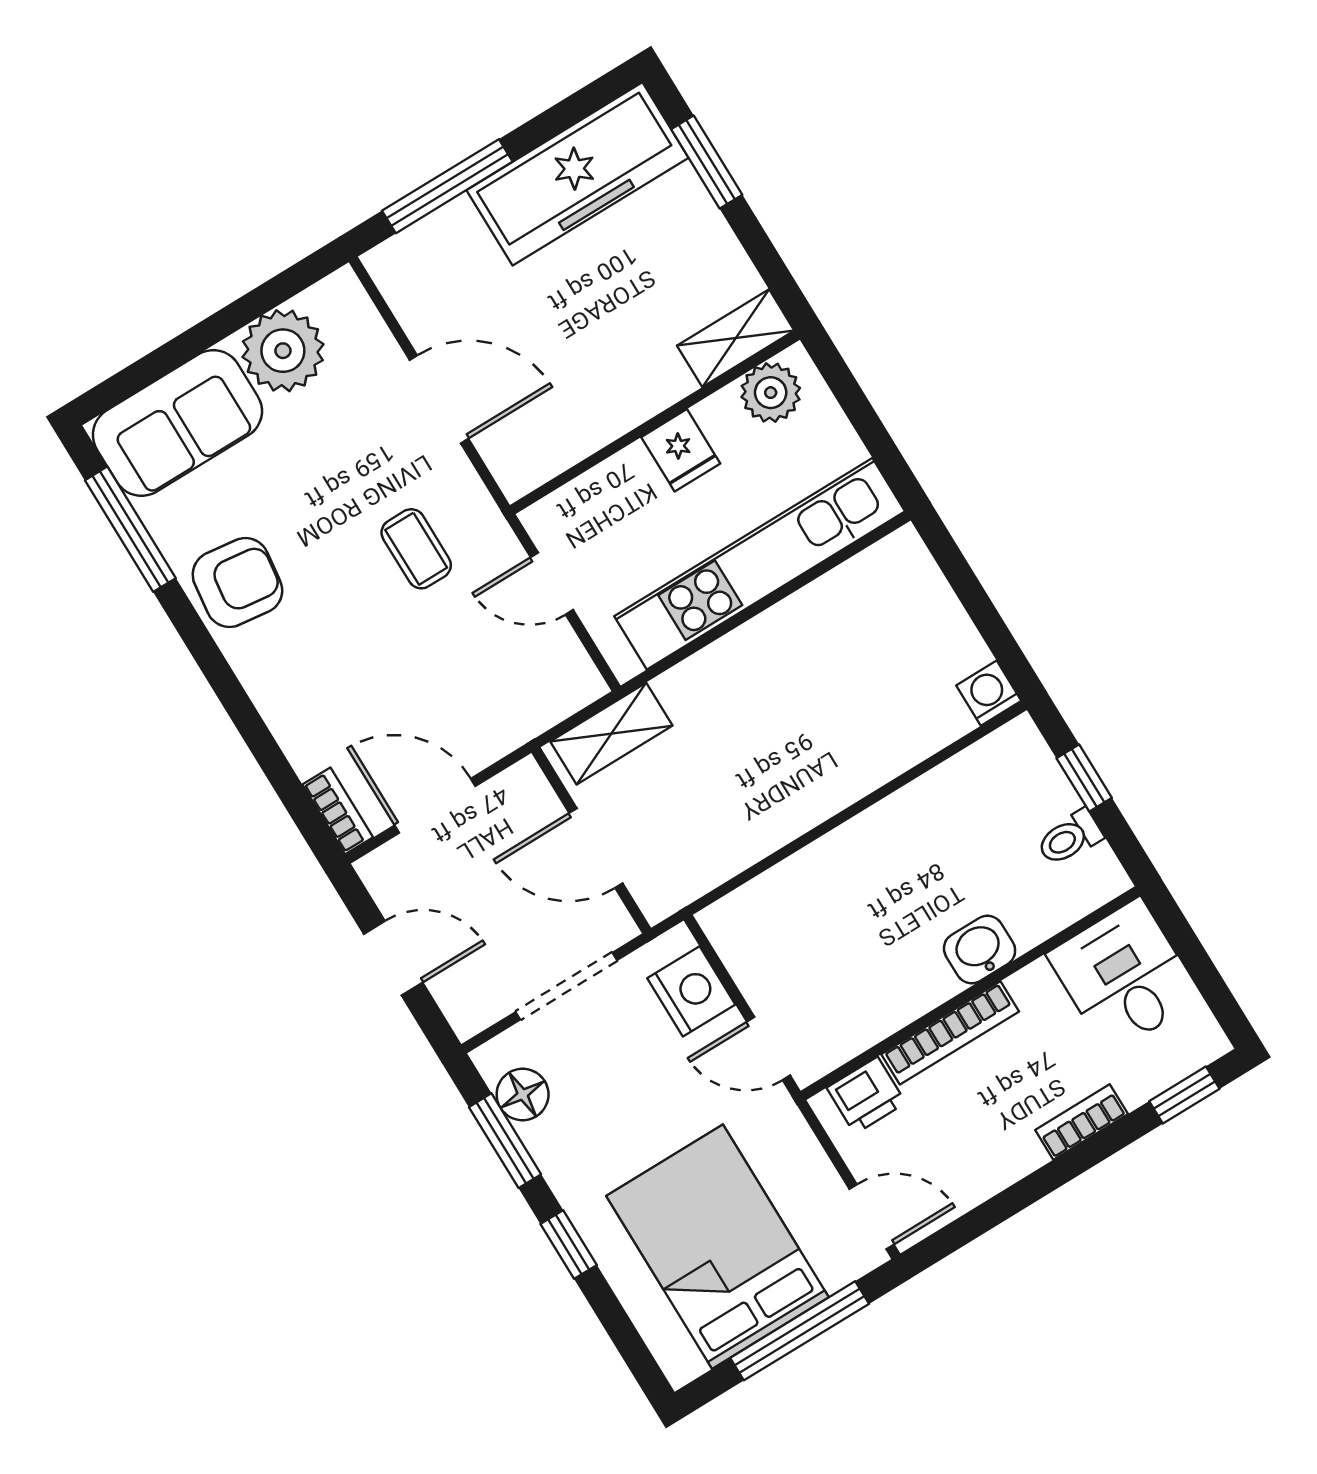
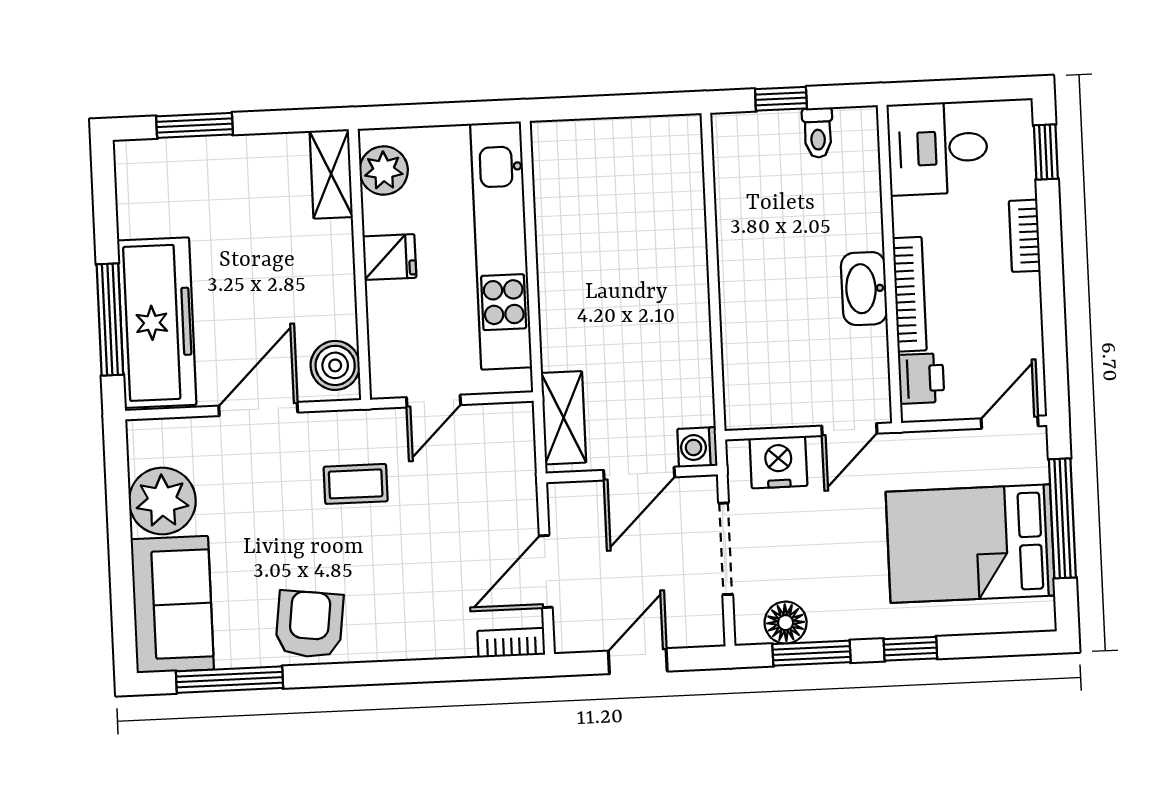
freezer: (577, 174) -> (157, 323), moved
boiler: (532, 456) -> (335, 365), added
washing machine: (989, 693) -> (697, 447), moved
washbasin: (980, 949) -> (864, 289), moved, width x1.38

